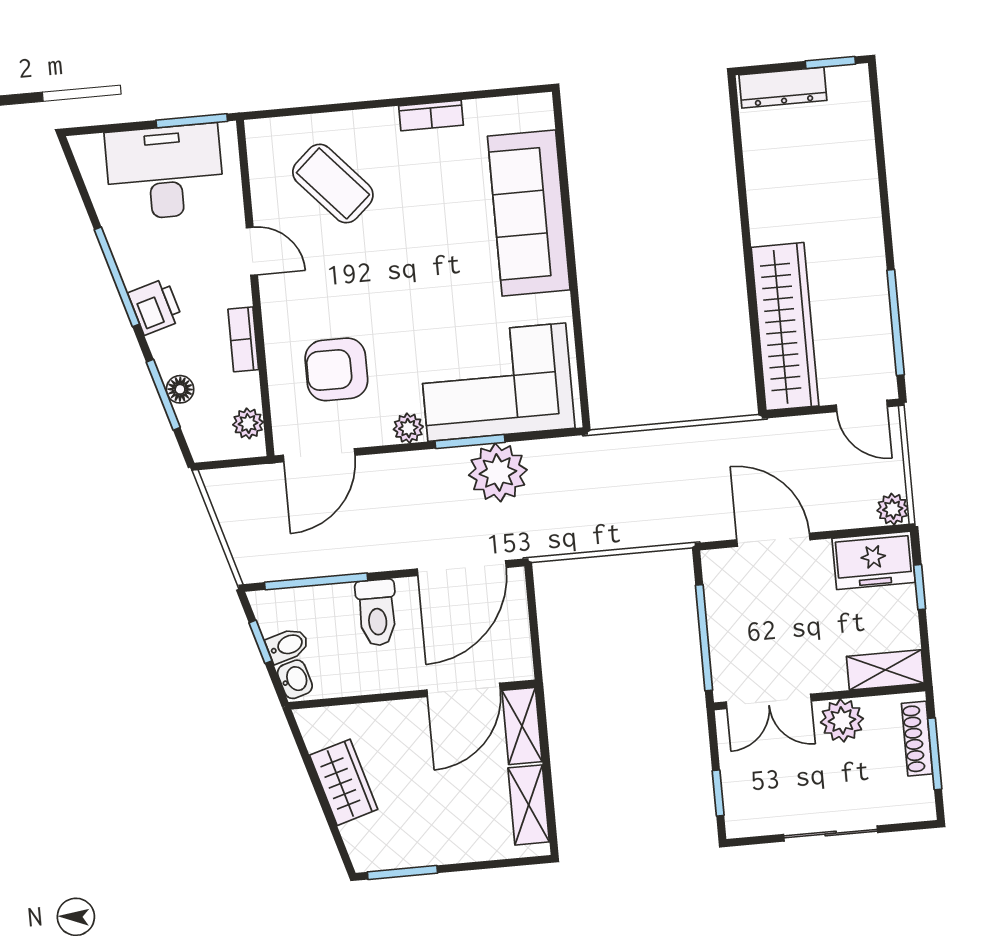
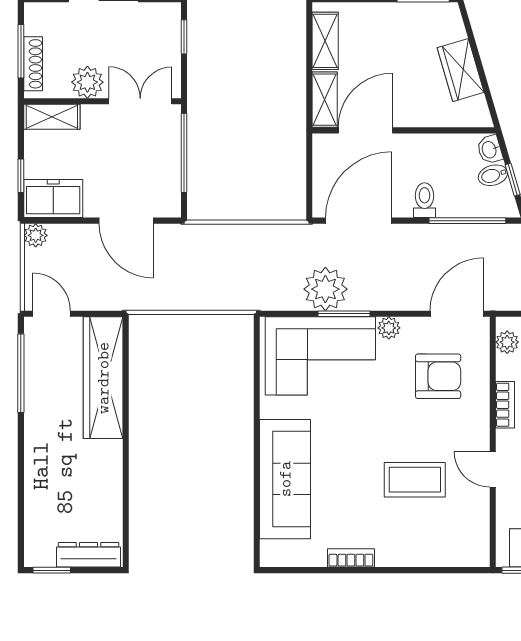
coffee table: (333, 184) -> (415, 480), moved, turned -48
toilet: (377, 613) -> (425, 200), width x0.73, depth x0.72

